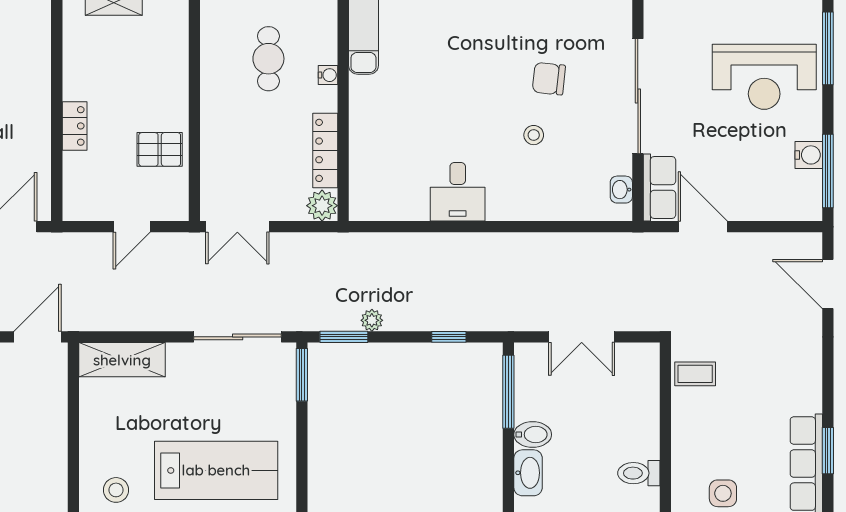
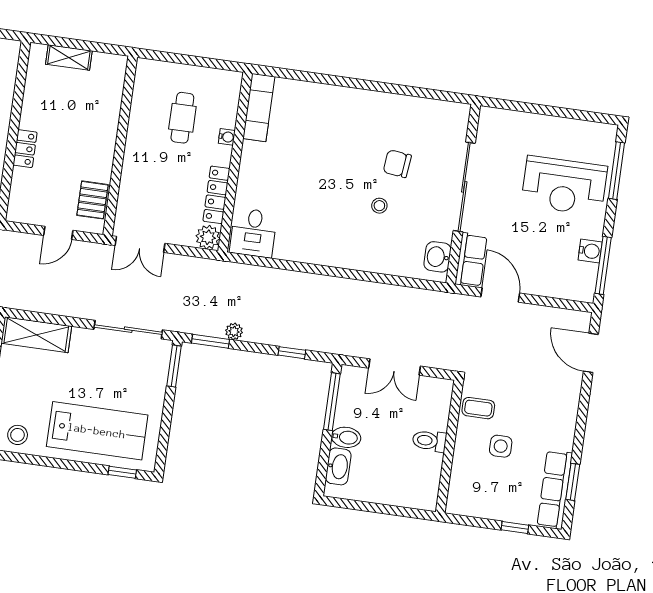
pallet: (160, 149) -> (93, 200), moved, turned 90
washbasin: (621, 190) -> (437, 257), width x1.38, depth x1.45
desk: (458, 192) -> (253, 233), moved
toilet: (639, 473) -> (429, 441), moved
side table: (723, 493) -> (501, 446), moved

